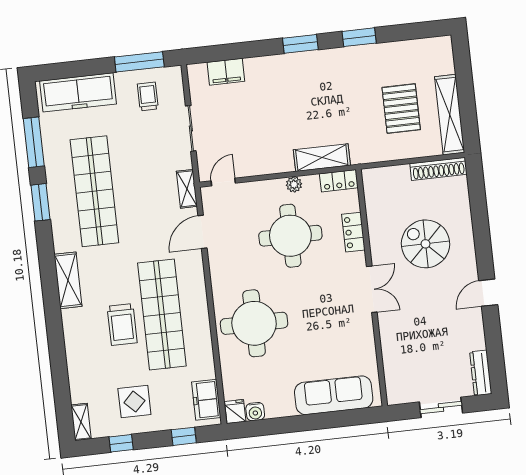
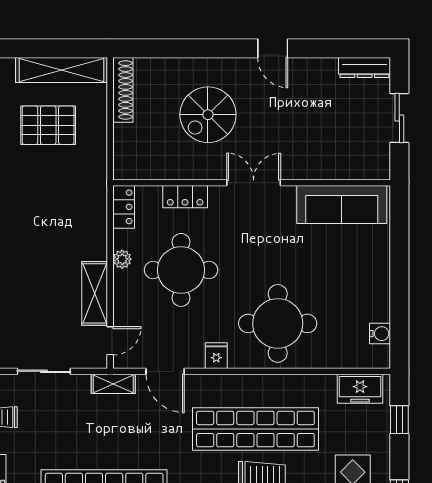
shelving: (322, 158) -> (95, 293), moved
door: (223, 182) -> (110, 341), swing flipped
sofa: (334, 395) -> (342, 204), moved, turned -90
fridge: (235, 411) -> (216, 356), moved, turned 90

